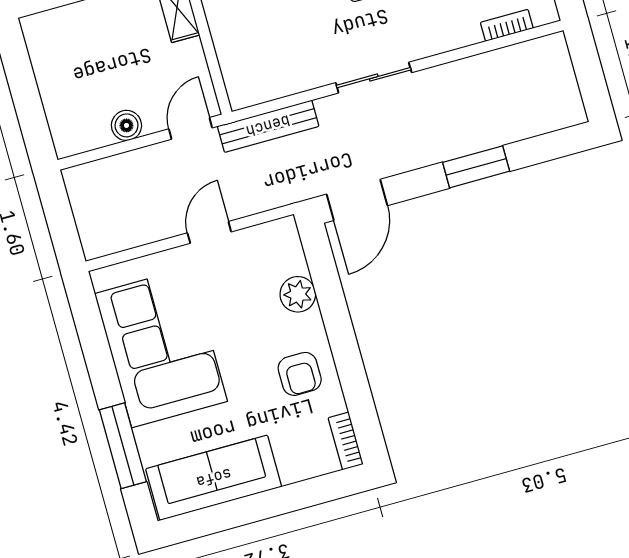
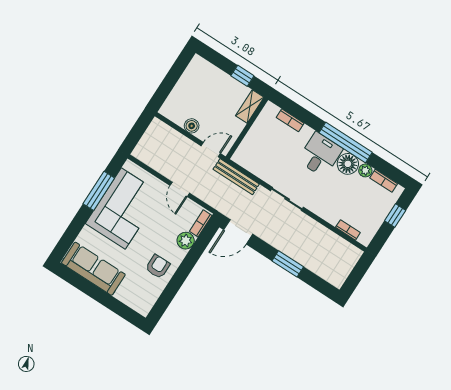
door: (209, 232) -> (180, 189), swing flipped
armchair: (300, 374) -> (158, 267), turned 180
bookcase: (346, 441) -> (201, 223), moved
window: (123, 446) -> (99, 191), moved

